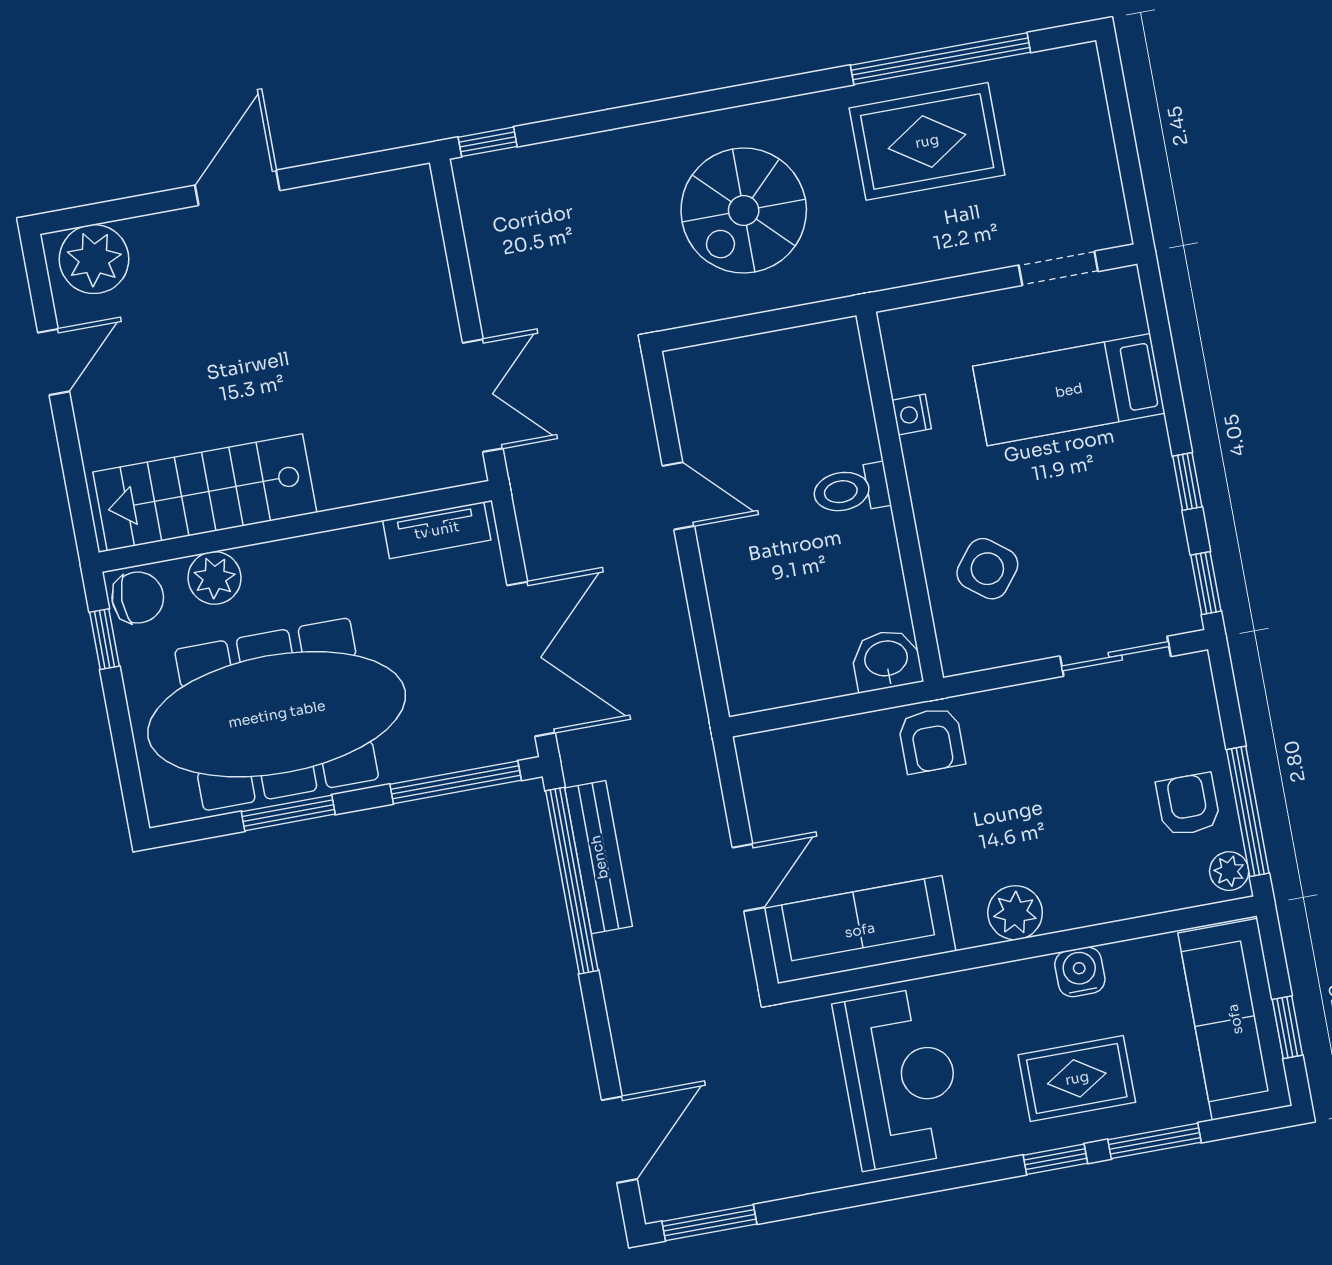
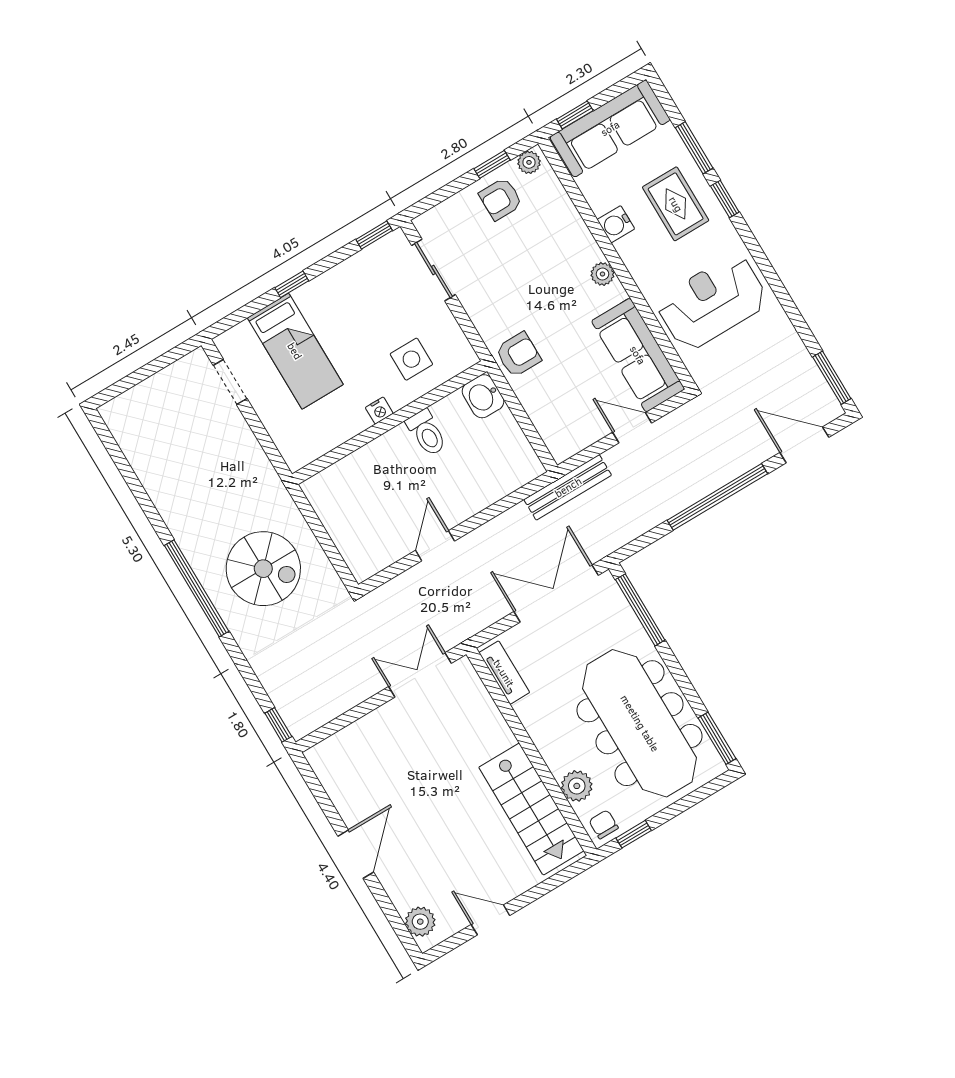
window: (940, 59) -> (197, 588), moved
rug: (927, 141) -> (187, 481), removed
door: (237, 188) -> (356, 854), swing flipped
plant: (94, 259) -> (420, 922), width x0.73, depth x0.73
nightstand: (912, 415) -> (379, 411), moved
window: (1187, 481) -> (292, 284), moved
toilet: (851, 490) -> (427, 433), moved
side table: (987, 569) -> (411, 359), turned -38
chair: (138, 598) -> (604, 824), width x0.73, depth x0.73
window: (1248, 811) -> (492, 164), width x0.46
window: (288, 813) -> (717, 738), moved
bench: (599, 857) -> (568, 487), moved
window: (572, 881) -> (717, 497), moved
plant: (1015, 913) -> (602, 274), width x0.73, depth x0.73
window: (1287, 1027) -> (575, 115), moved

